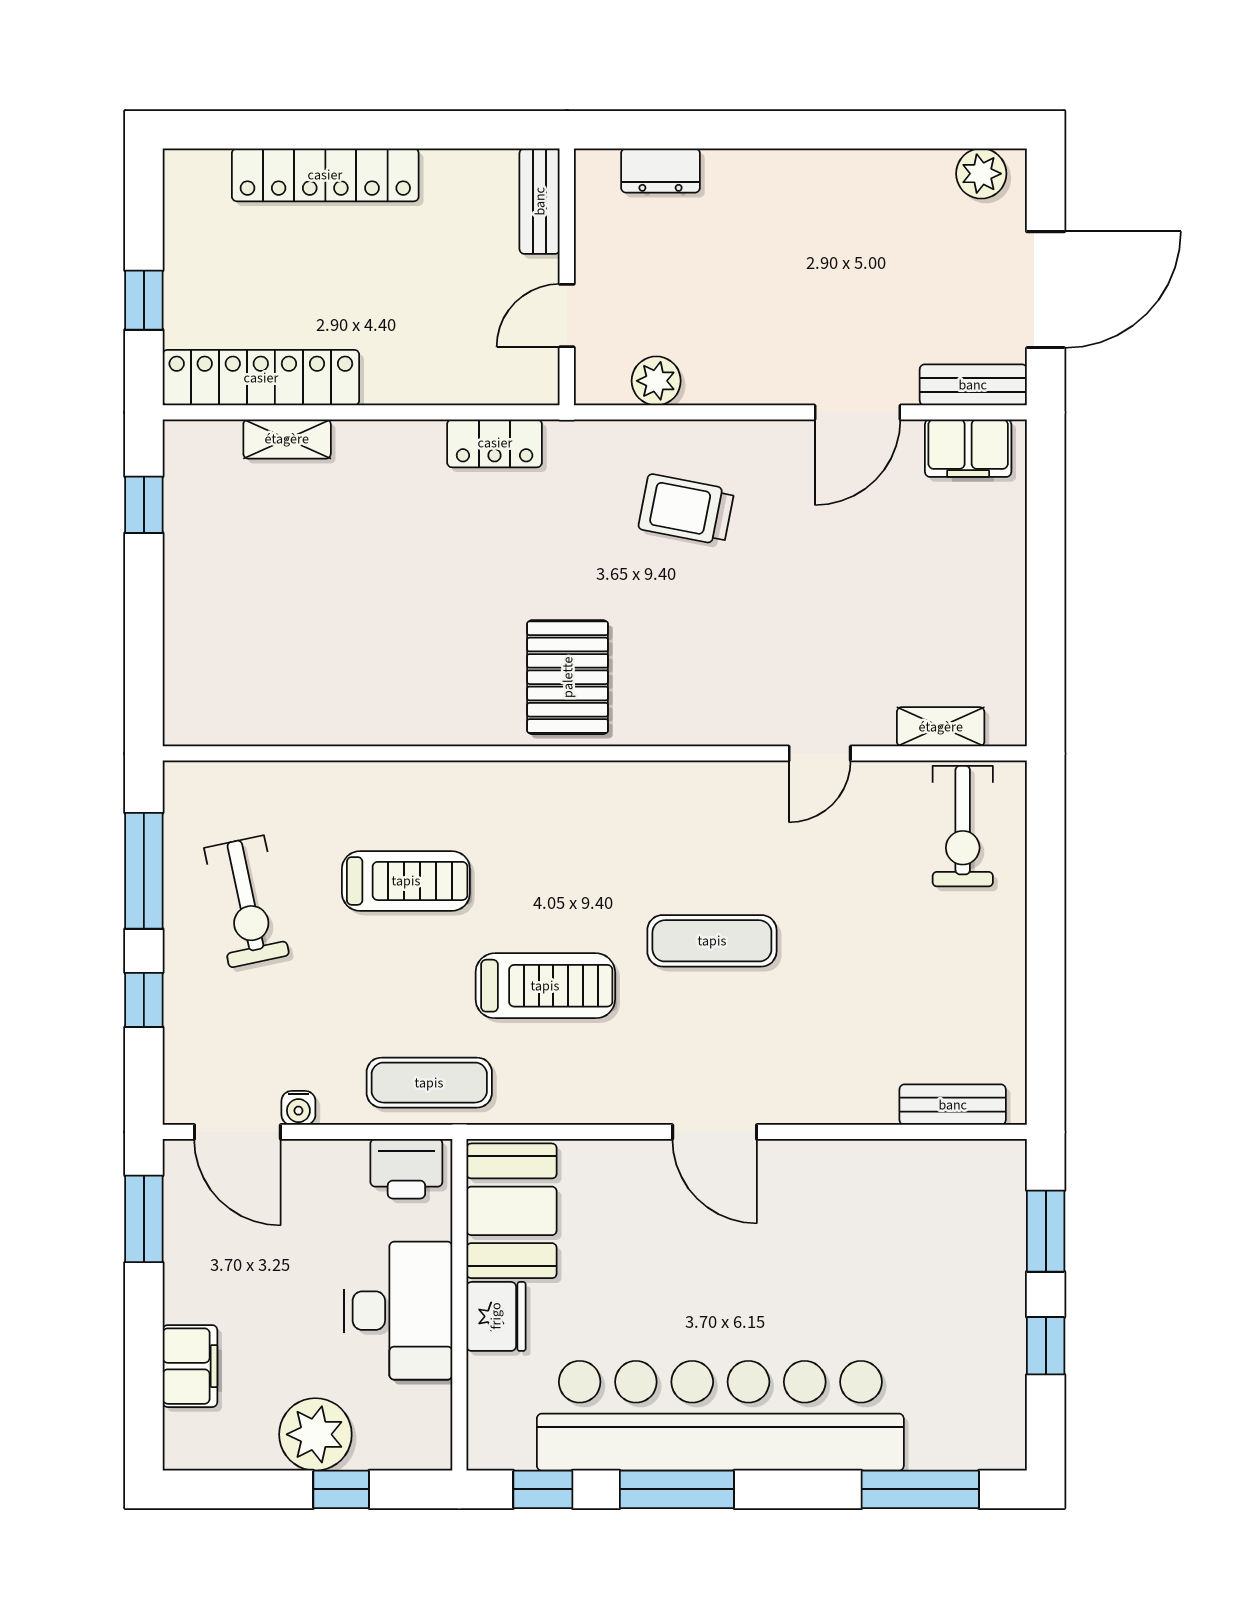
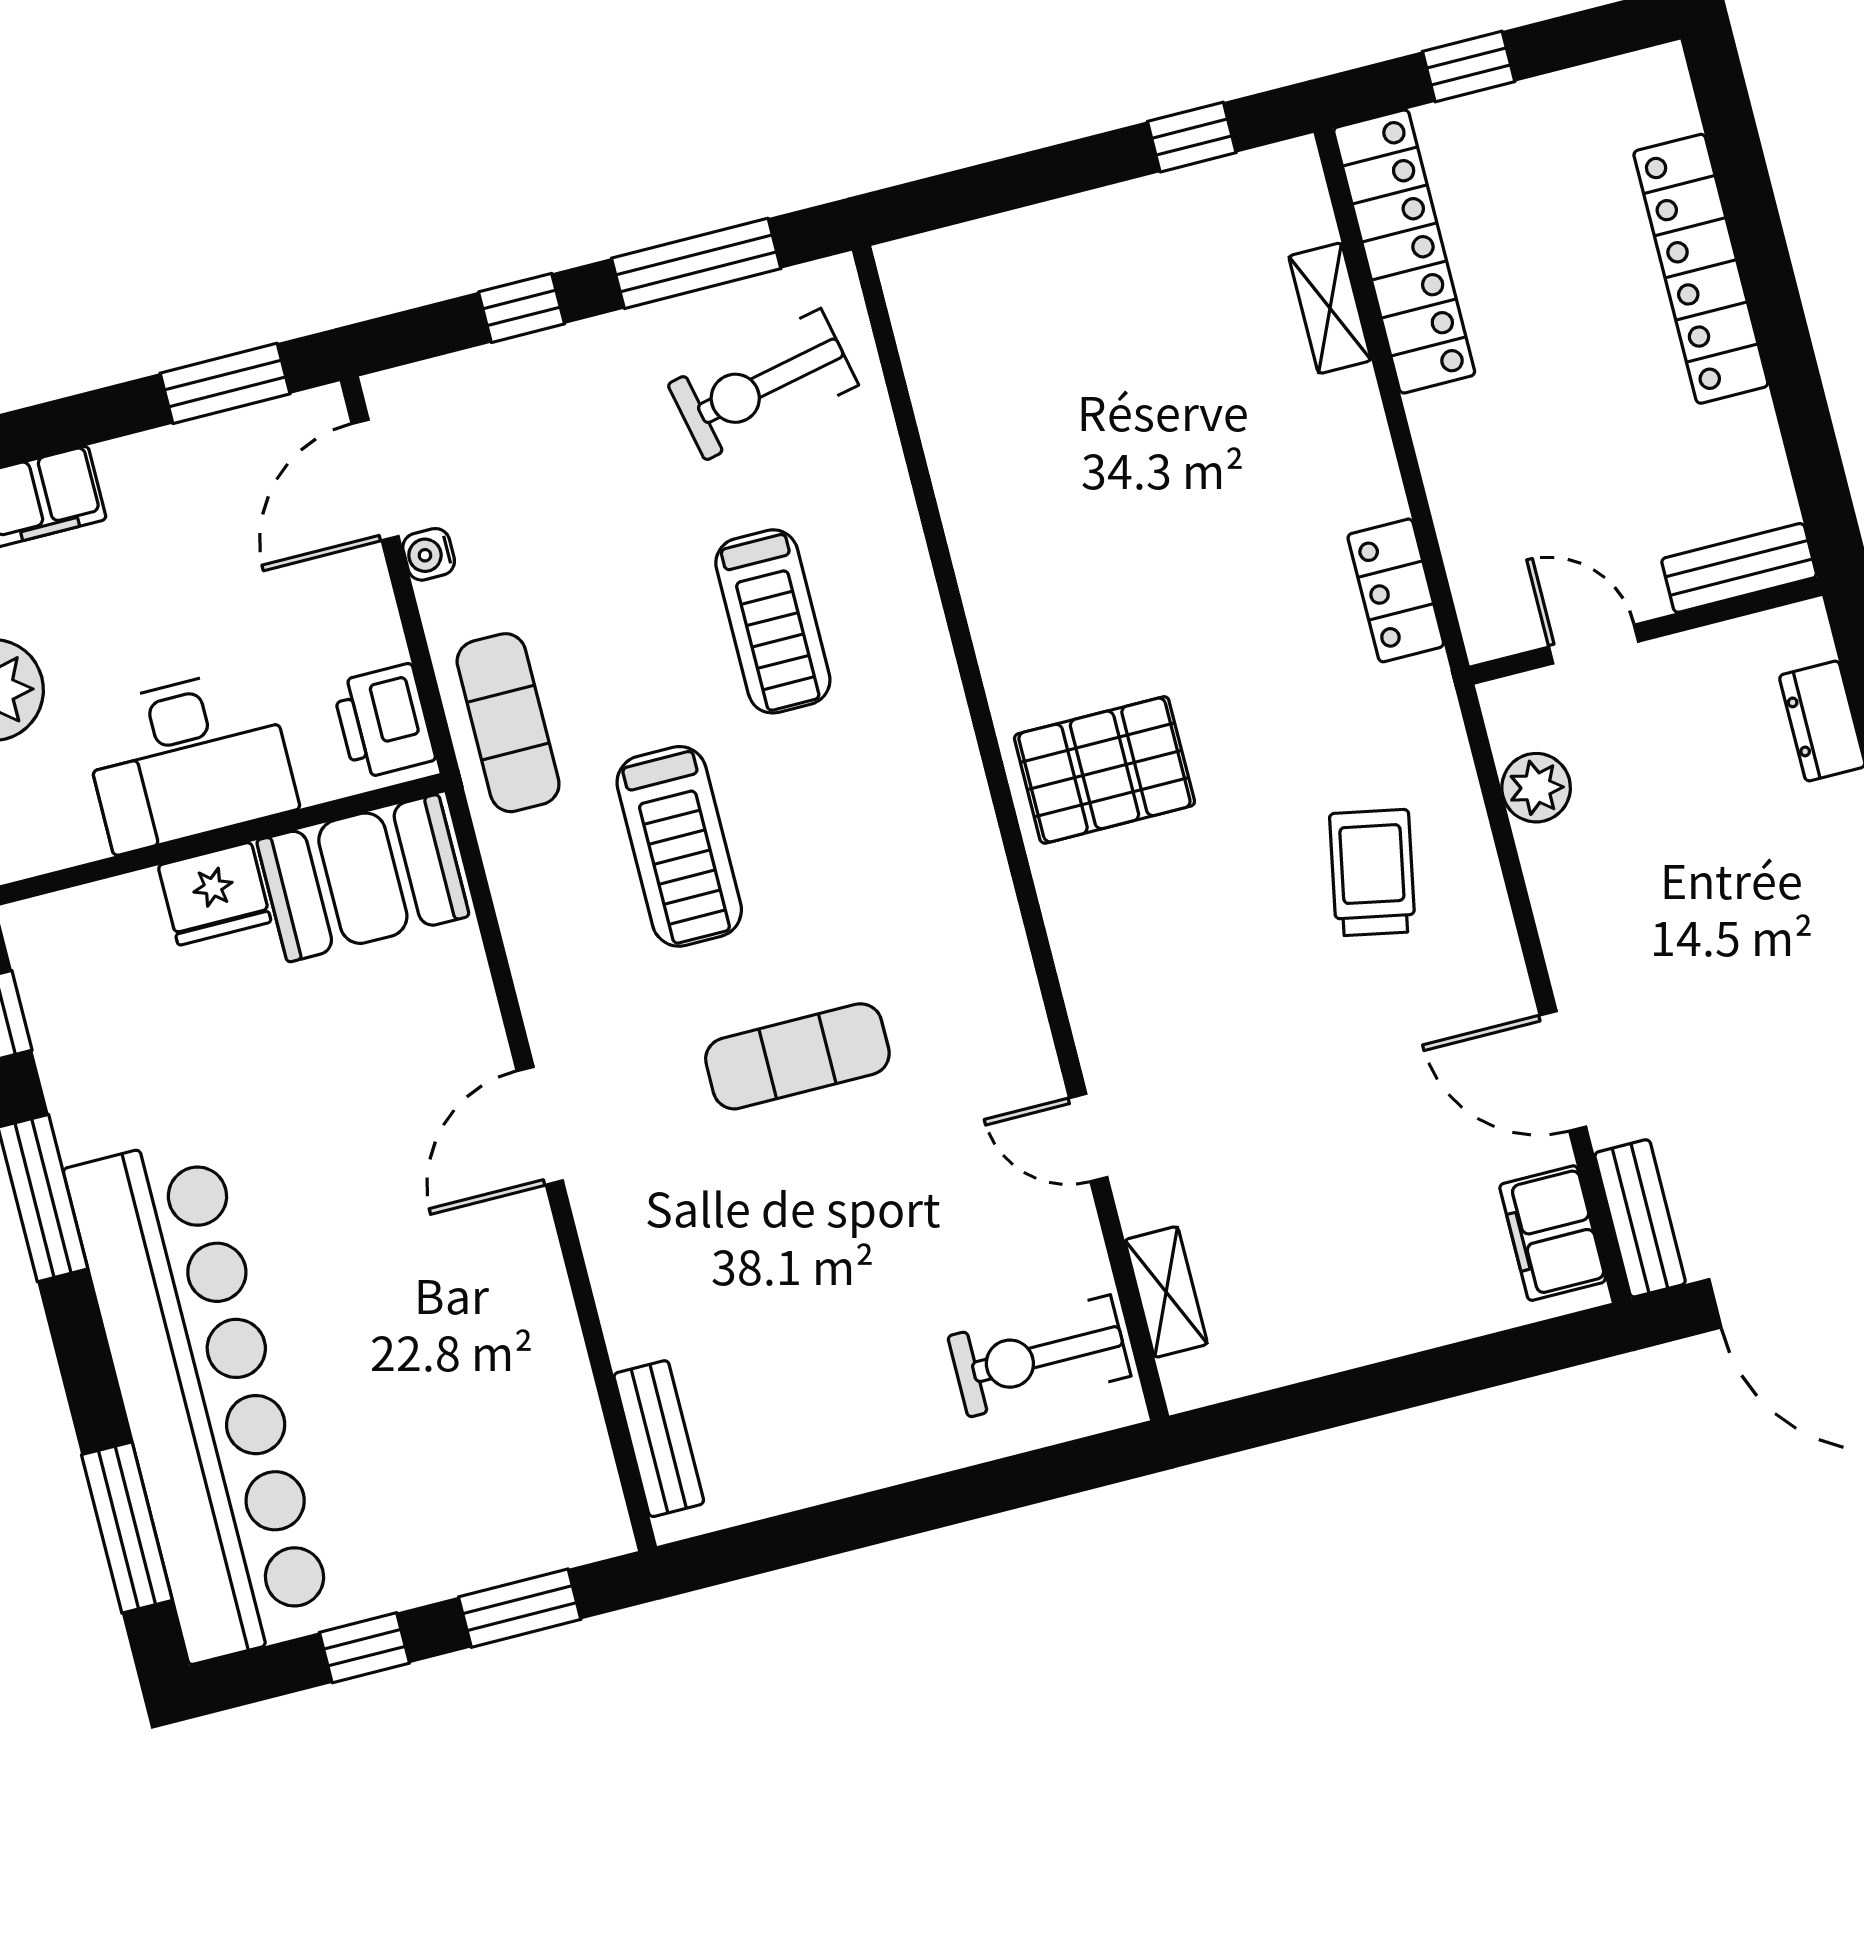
exercise bike: (247, 902) -> (763, 385), moved
exercise mat: (712, 941) -> (797, 1056), turned 90
bar counter: (720, 1416) -> (200, 1398), moved

